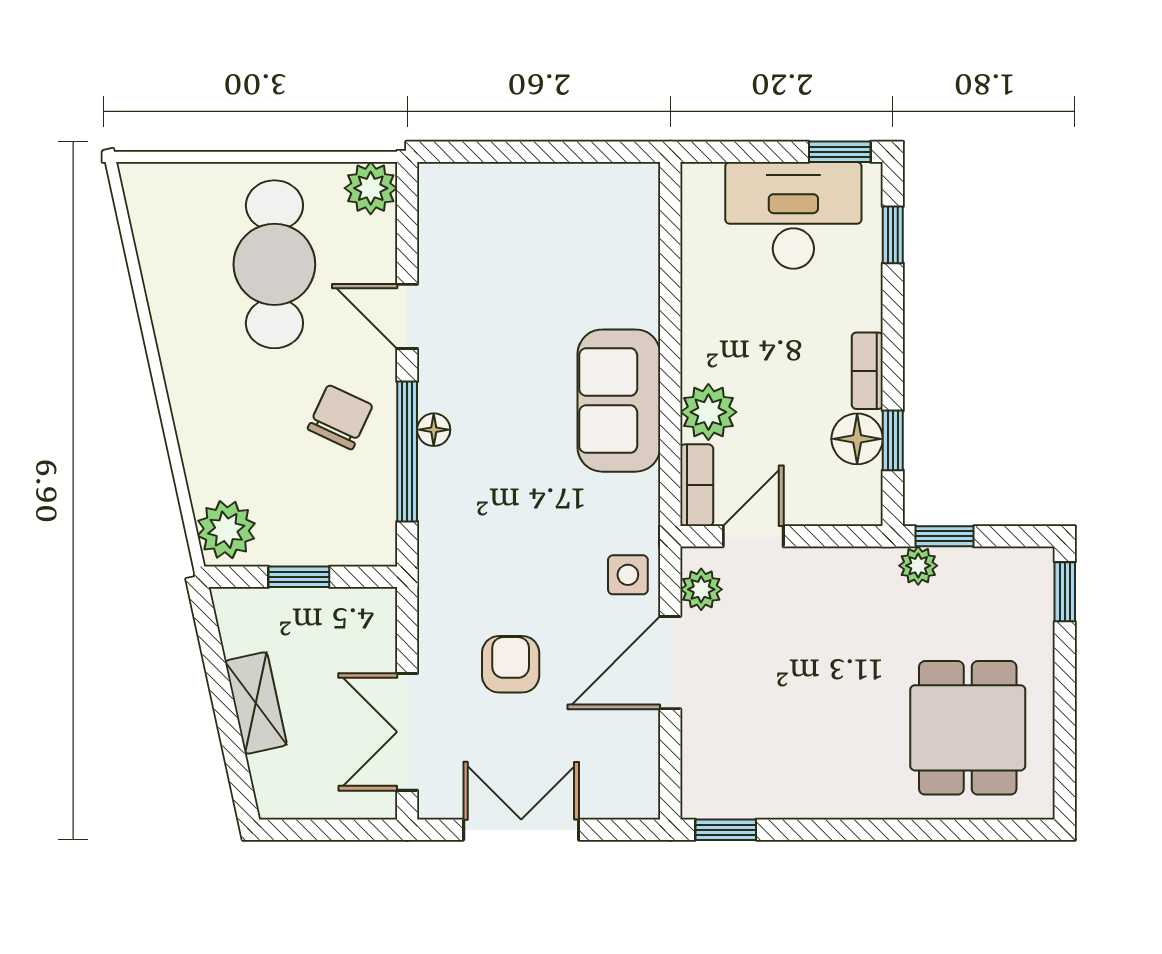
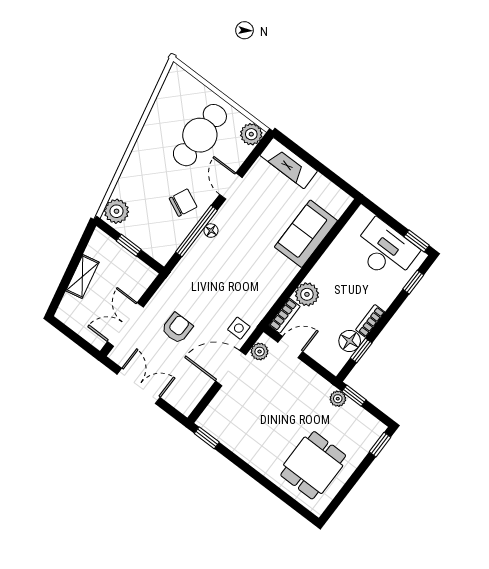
fireplace: (484, 189) -> (289, 163), added
sofa: (619, 401) -> (306, 234), moved

